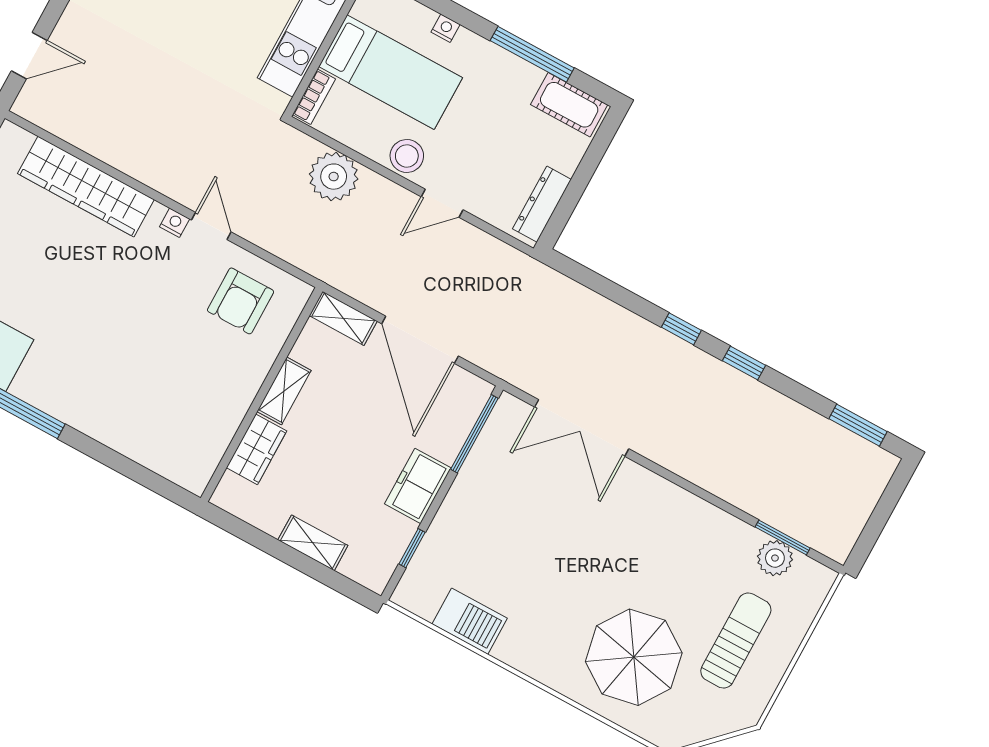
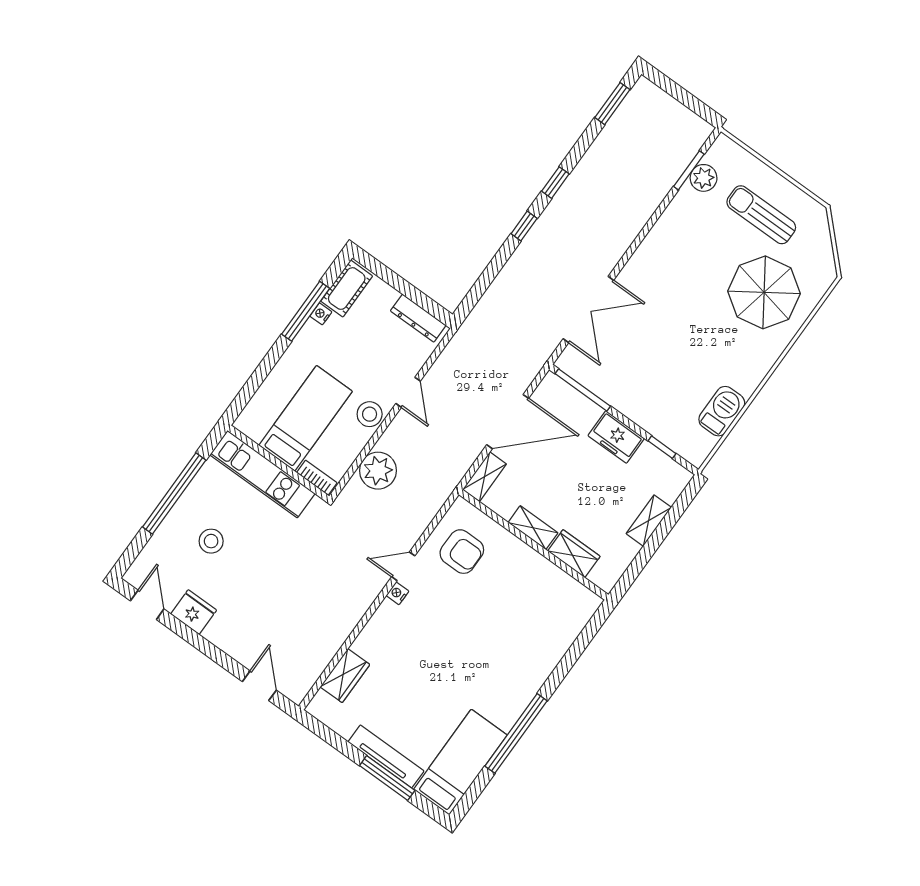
nightstand: (446, 28) -> (321, 314), moved
wardrobe: (86, 187) -> (345, 676), width x0.48, depth x0.85

